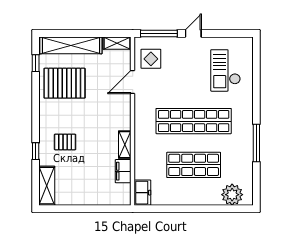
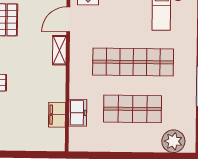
shelving: (125, 145) -> (59, 50), moved
freezer: (142, 193) -> (78, 113), moved

